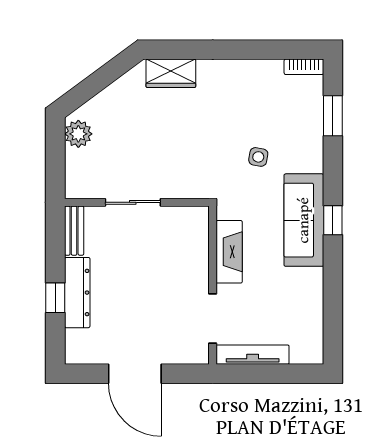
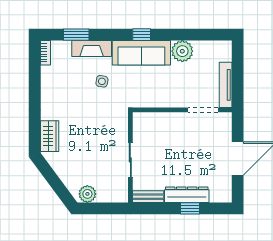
fireplace: (229, 252) -> (92, 49), moved, turned 180
plant: (306, 285) -> (182, 51), added

